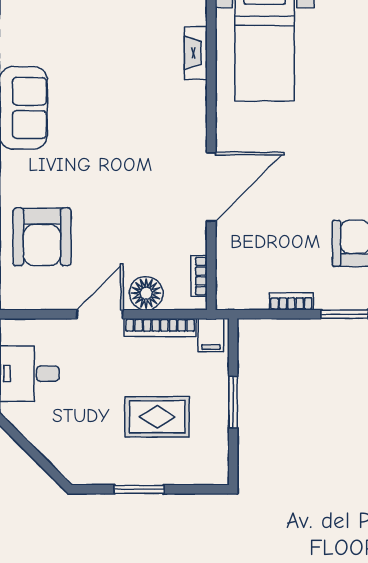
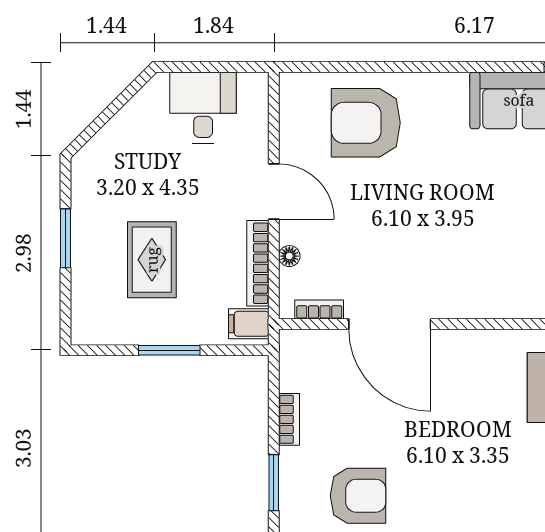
door: (211, 187) -> (390, 324), moved
floor lamp: (146, 293) -> (289, 256), width x0.53, depth x0.53

